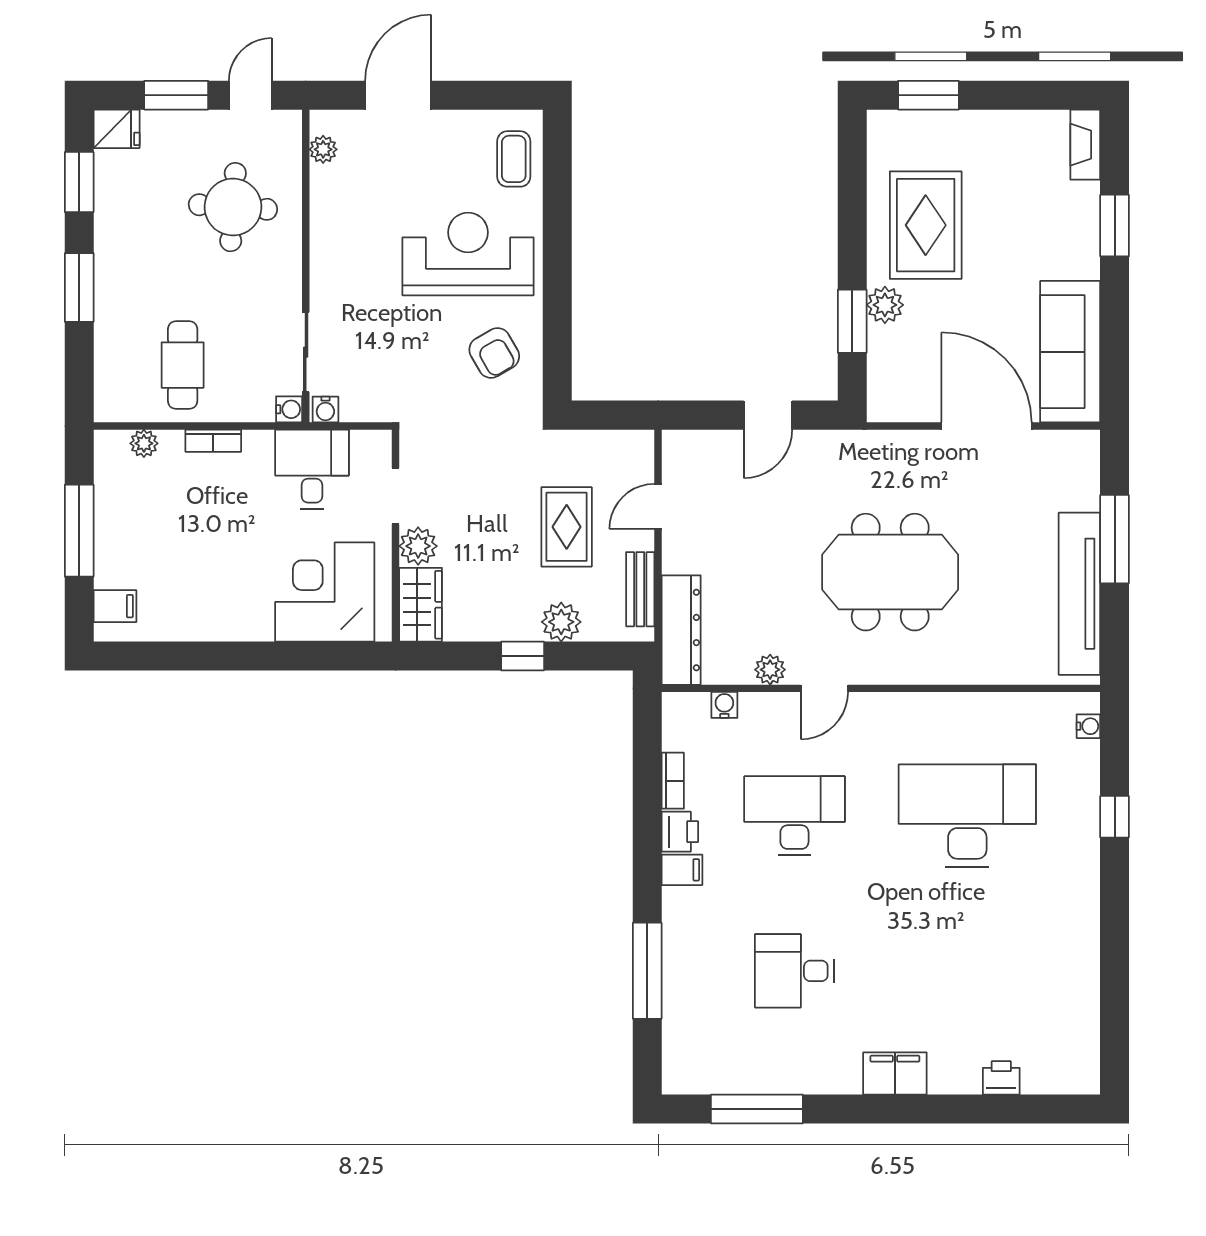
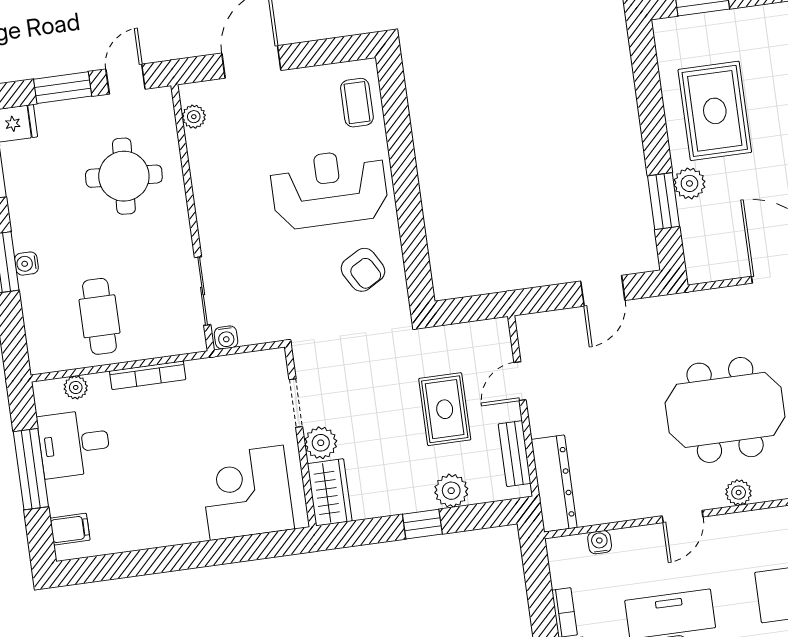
water cooler: (289, 409) -> (26, 264), moved, turned 180
bookcase: (213, 441) -> (148, 375), width x1.56
desk: (312, 469) -> (74, 444), moved, turned -90
plant: (770, 670) -> (739, 493), moved

